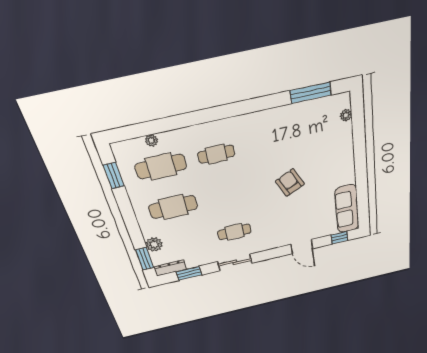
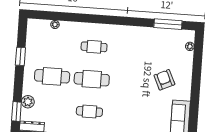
cafe table: (161, 167) -> (92, 79), moved
window: (114, 176) -> (20, 56), moved
armchair: (290, 183) -> (164, 80), moved

